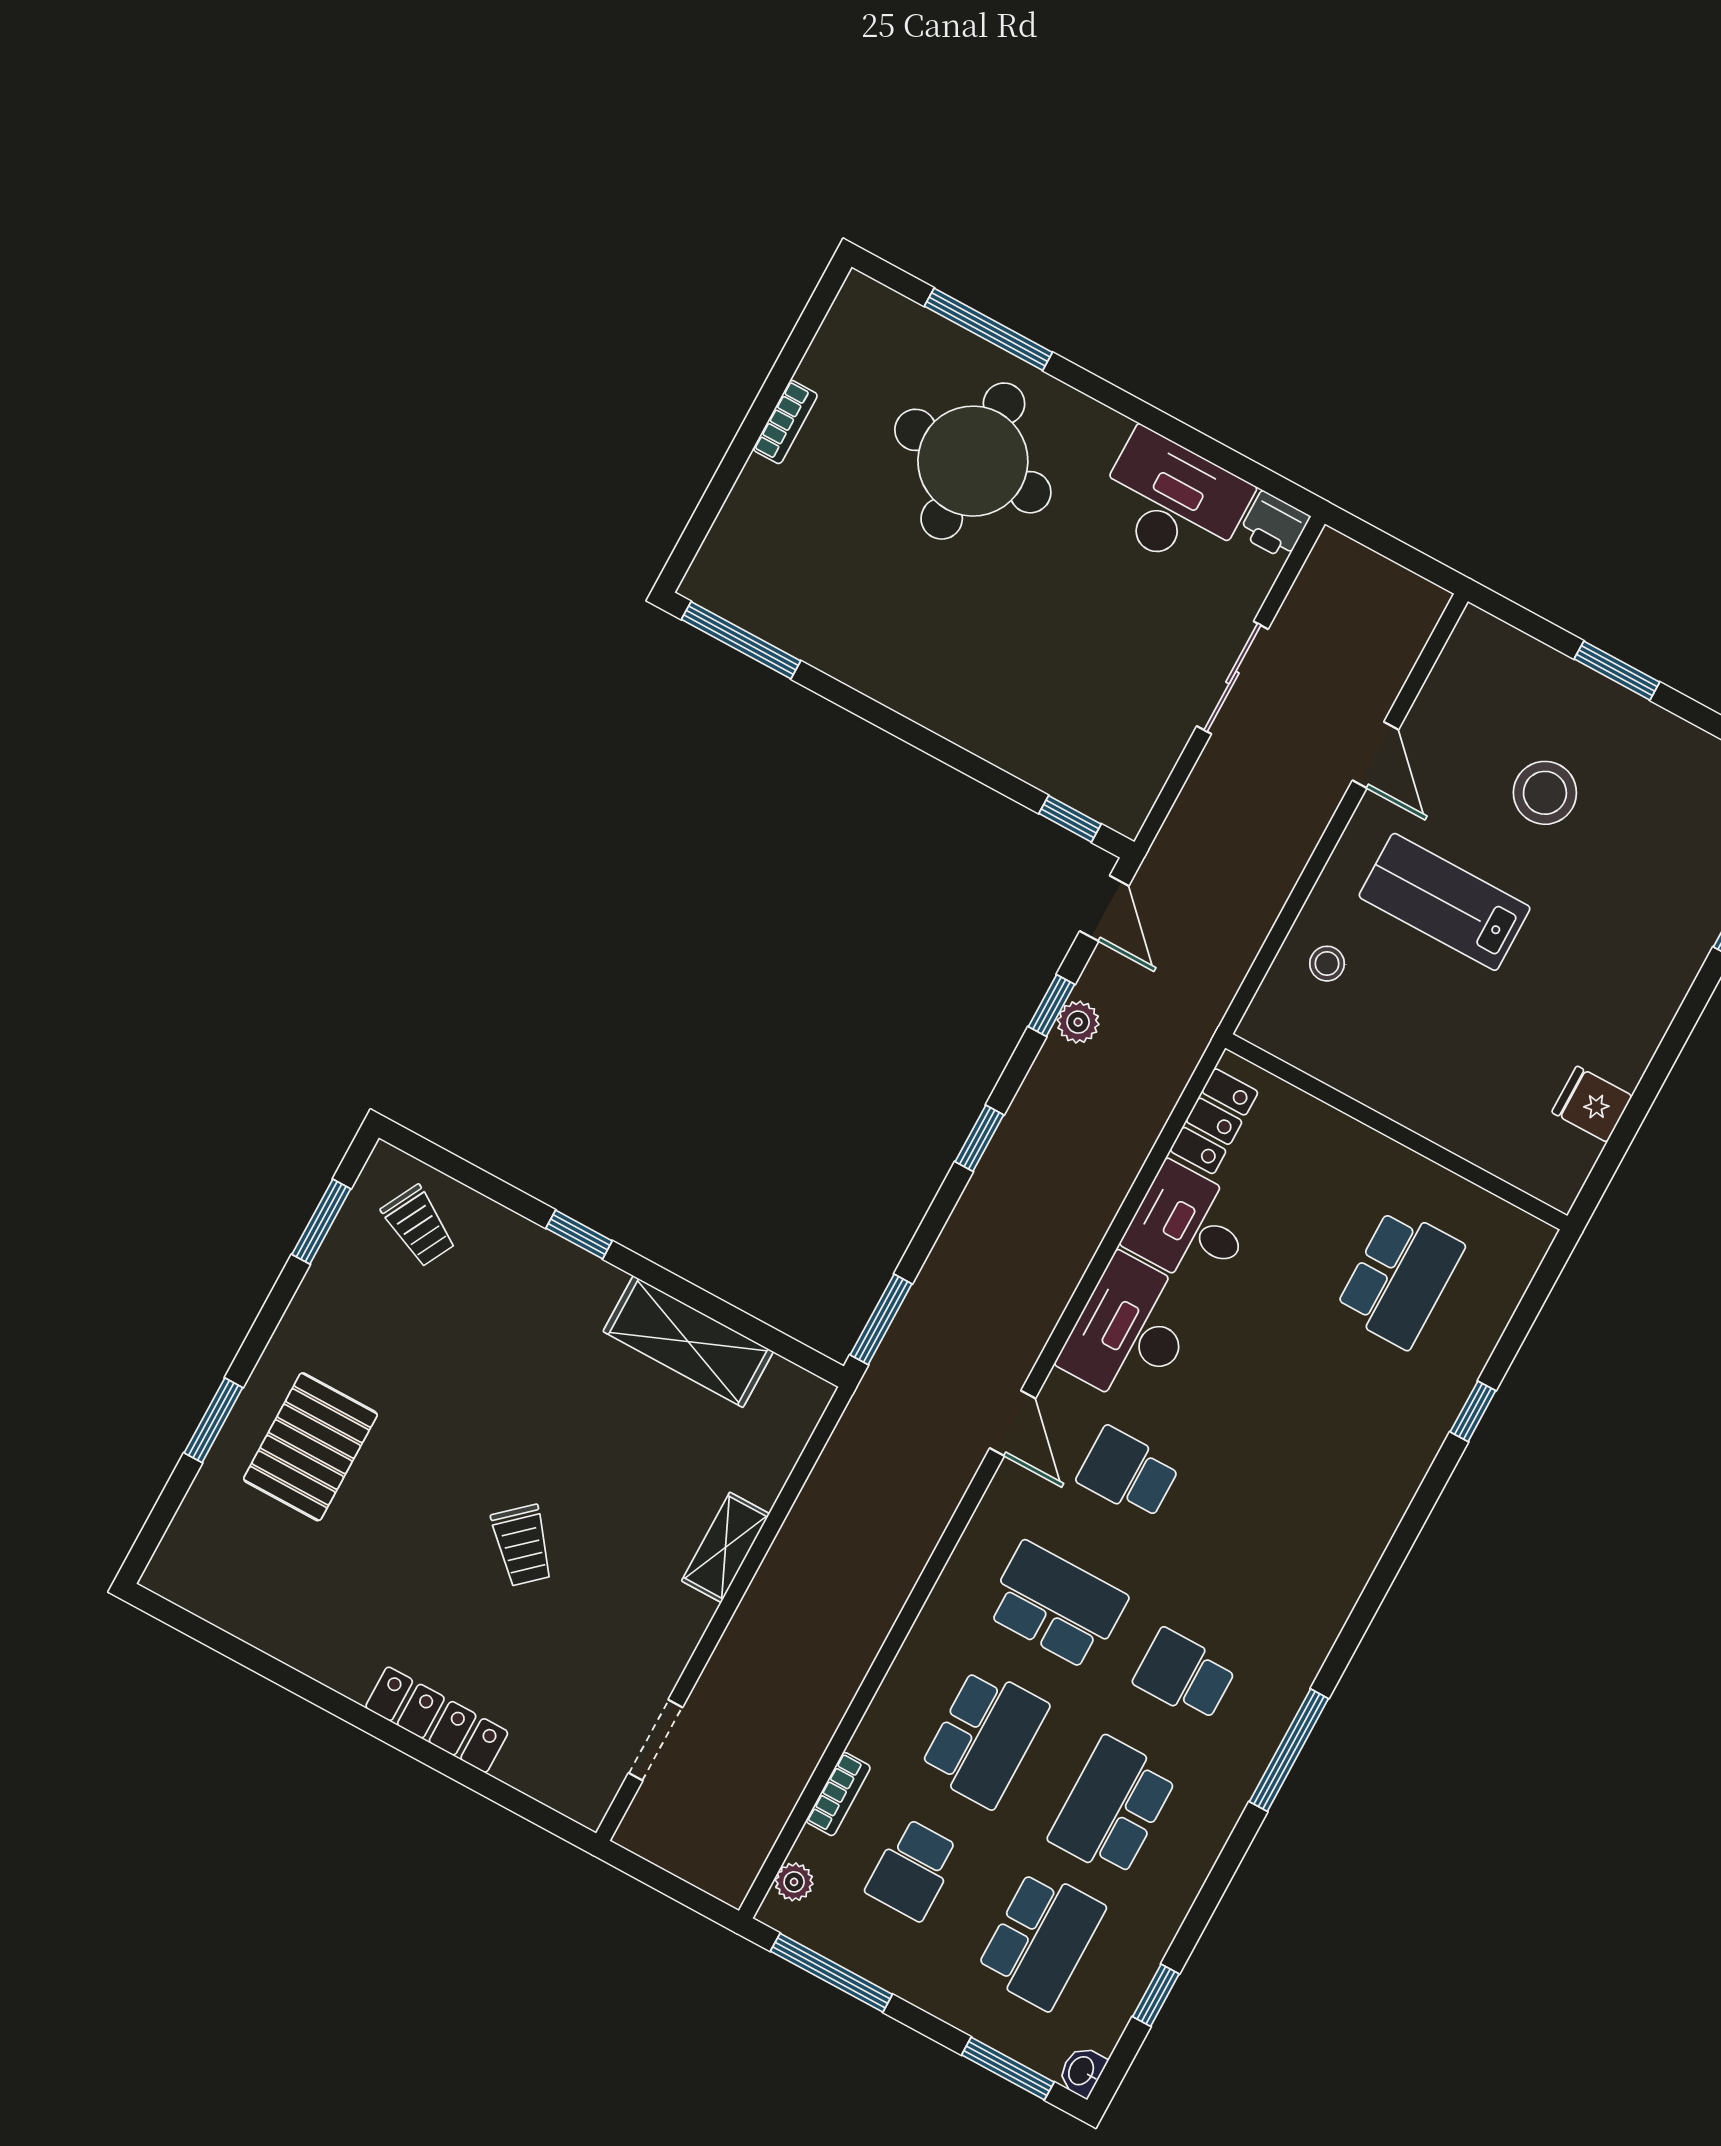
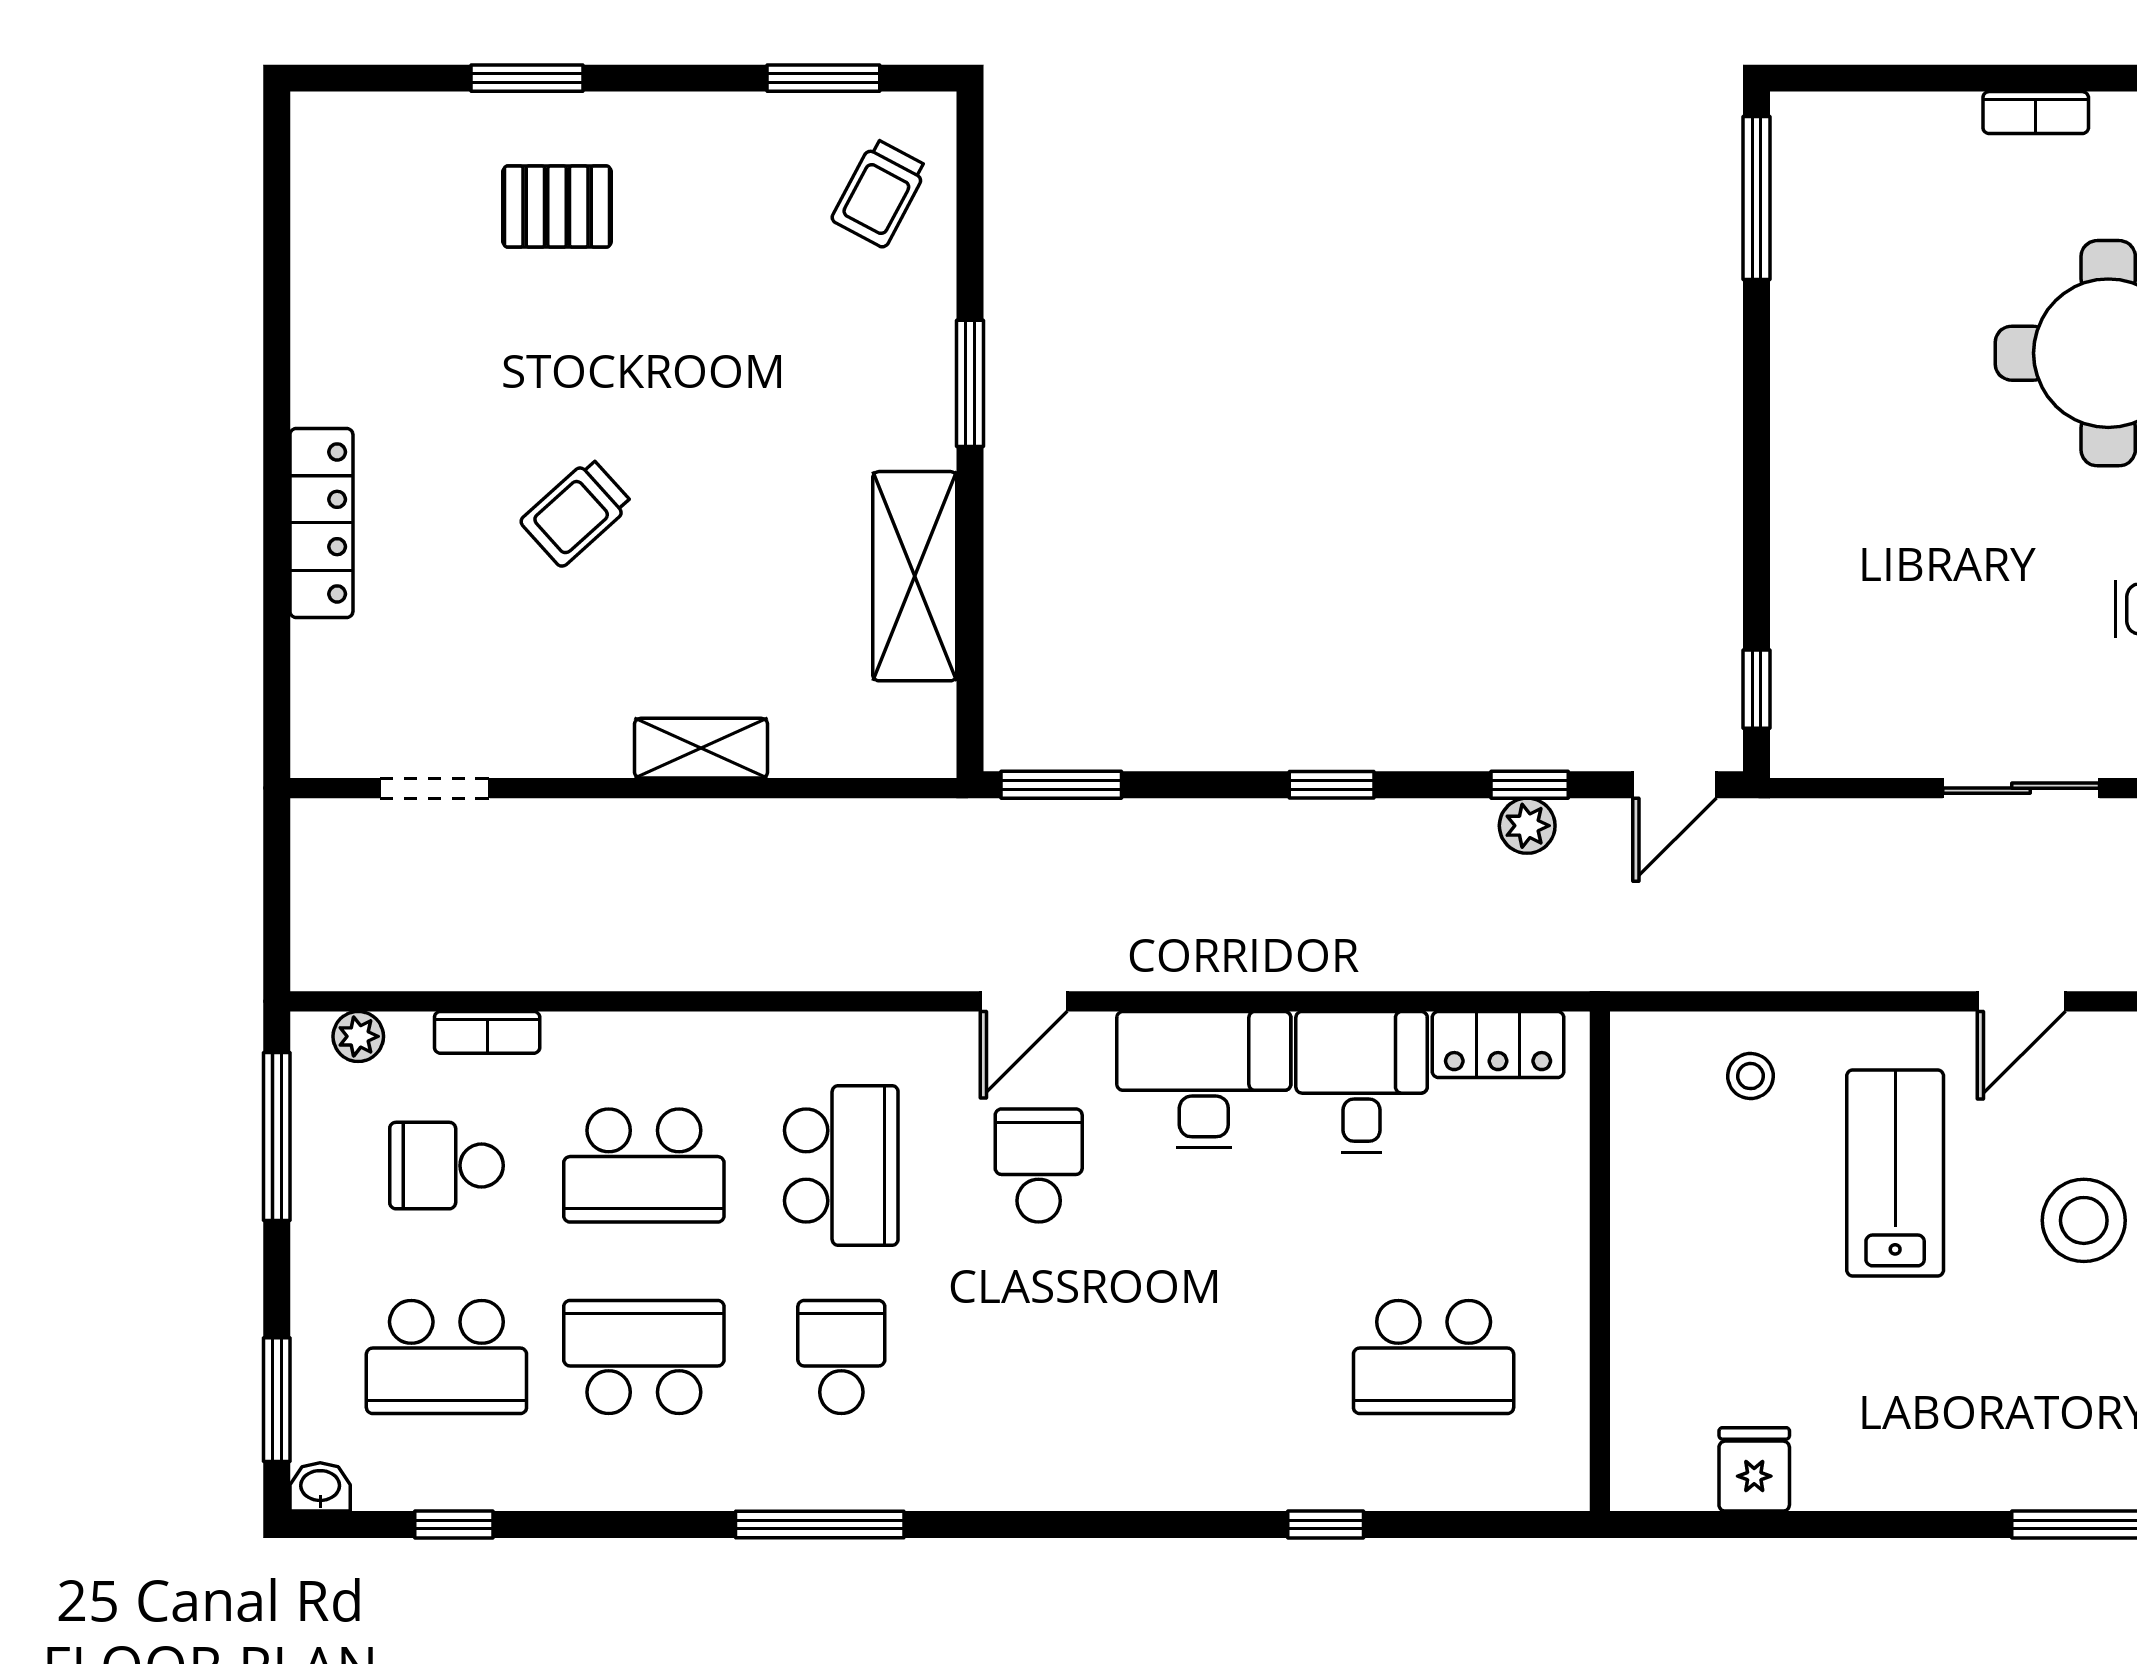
window: (579, 1234) -> (970, 383), width x1.50
pallet: (310, 1447) -> (557, 207), width x0.67, depth x0.71

